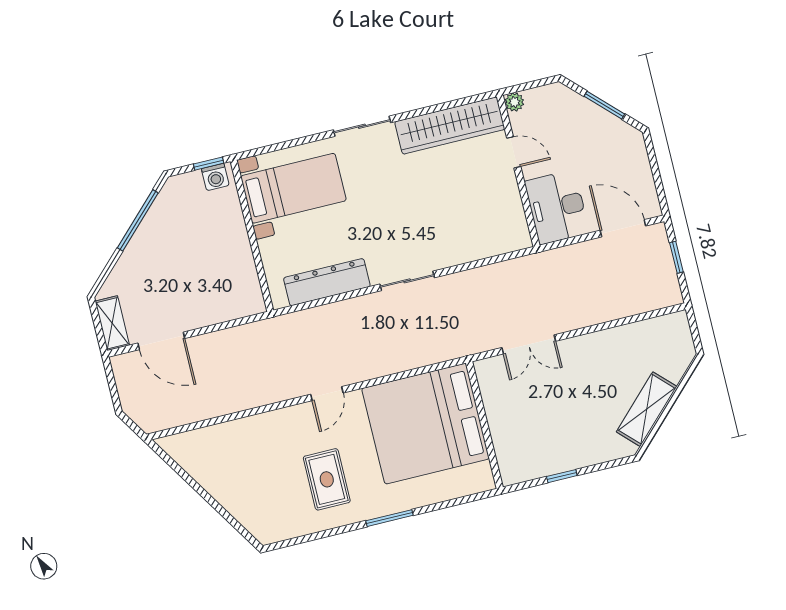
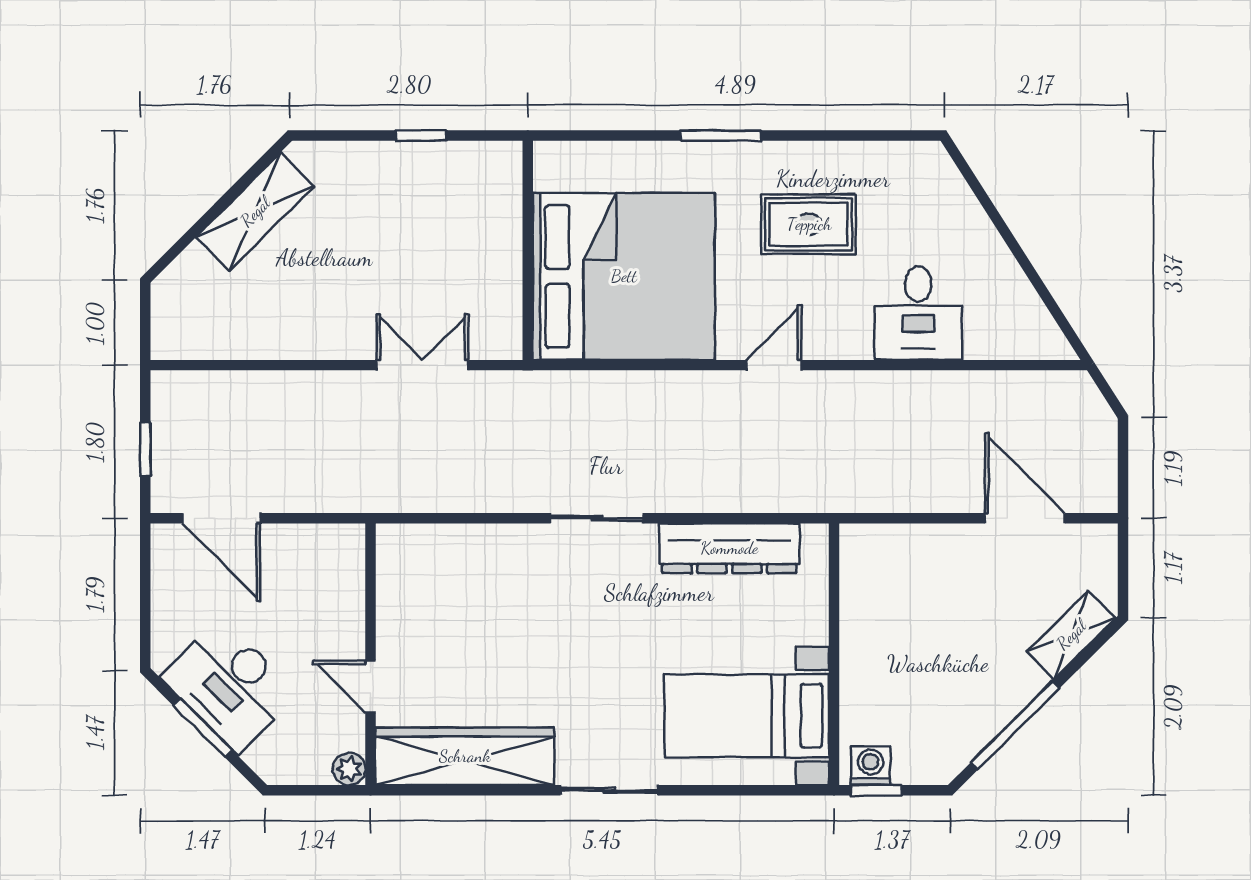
desk: (557, 207) -> (230, 685), moved, turned 135
shelving: (112, 323) -> (1071, 635), moved, turned 45
desk: (251, 444) -> (918, 313), added
rug: (327, 479) -> (809, 224), turned 90

